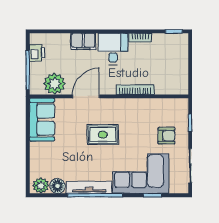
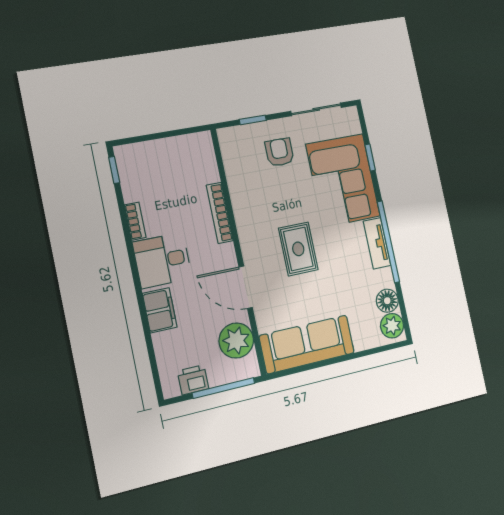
sofa: (42, 120) -> (307, 344), width x1.36
tv unit: (89, 187) -> (377, 243), width x0.71

